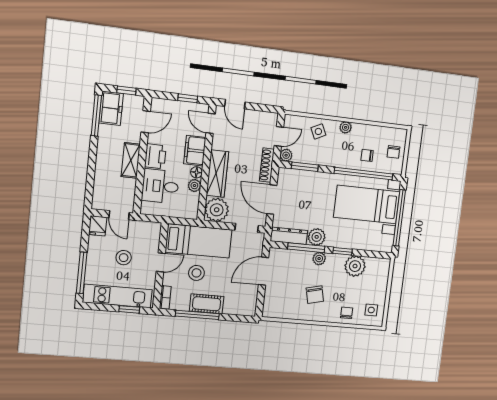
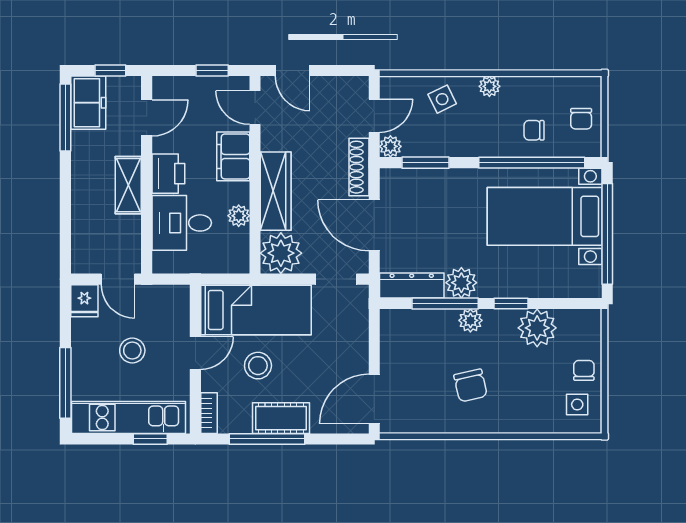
floor lamp: (196, 172) -> (240, 193), removed
door: (264, 271) -> (374, 399), moved
chair: (347, 313) -> (584, 370), moved

